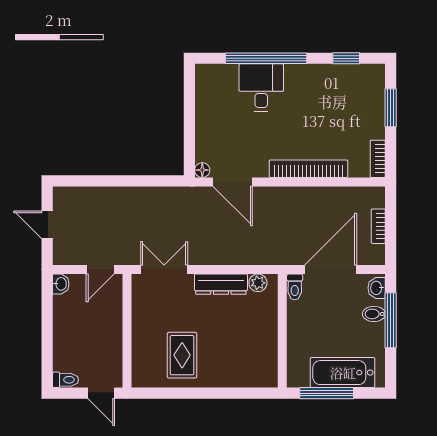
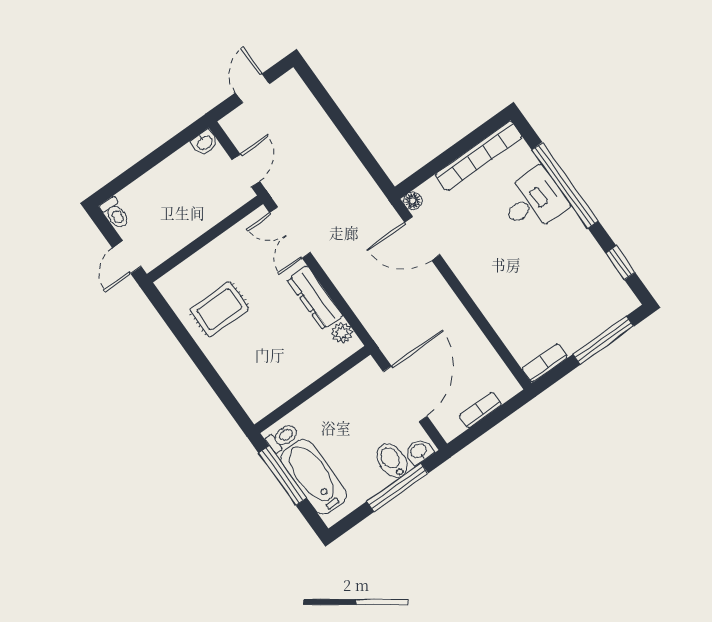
window: (391, 108) -> (603, 340), width x1.44
bookcase: (308, 169) -> (479, 156), moved, turned 90
door: (233, 182) -> (422, 238), hinge flipped
door: (100, 269) -> (246, 171), swing flipped
double door: (164, 269) -> (290, 233), swing flipped
door: (331, 269) -> (405, 394), hinge flipped
toilet: (295, 287) -> (282, 438), moved, turned 180
bidet: (374, 314) -> (392, 461), width x1.38, depth x1.36

